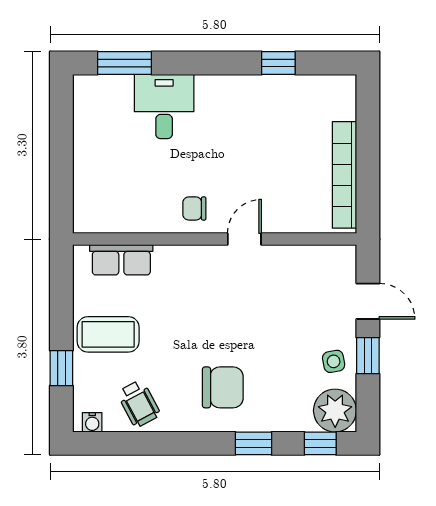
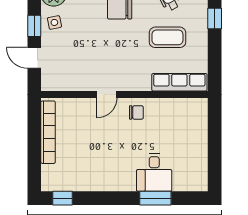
window: (125, 63) -> (155, 198), moved
window: (278, 63) -> (63, 198), moved
row of seats: (121, 260) -> (179, 82), width x1.48
coffee table: (108, 334) -> (167, 37), moved

